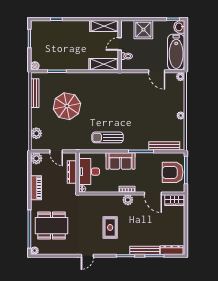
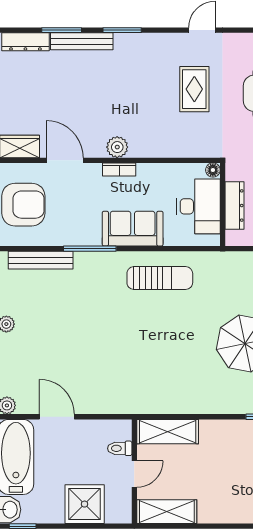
rug: (110, 227) -> (194, 89), moved

